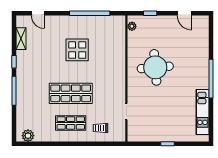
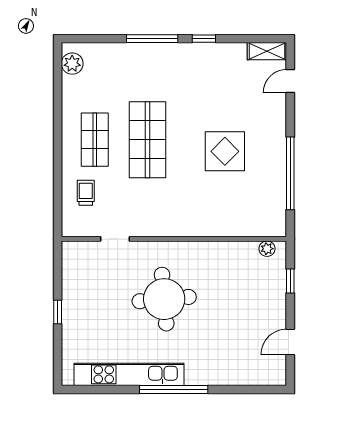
shelving: (21, 39) -> (267, 51), moved
round table: (155, 67) -> (164, 299), moved
kitchen unit: (202, 112) -> (129, 374), width x1.36

